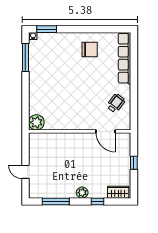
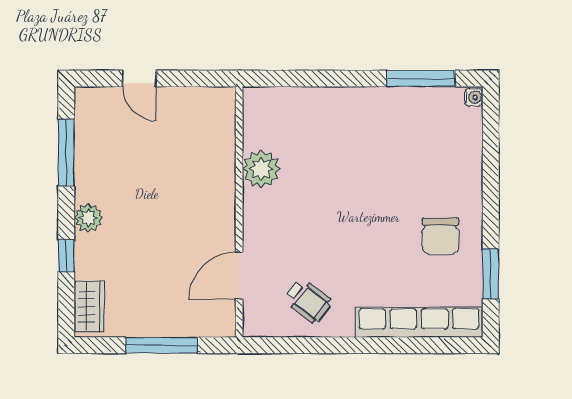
window: (47, 29) -> (491, 274), moved
plant: (36, 122) -> (261, 169), moved
window: (134, 163) -> (162, 345), width x2.17
door: (25, 172) -> (139, 79), swing flipped

